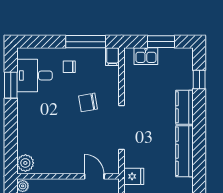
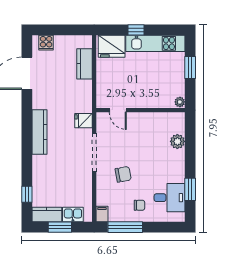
kitchen counter: (185, 107) -> (47, 214), moved, turned -90
plant: (25, 163) -> (177, 141), moved
fridge: (134, 176) -> (84, 121), moved

